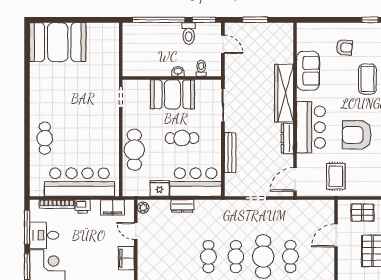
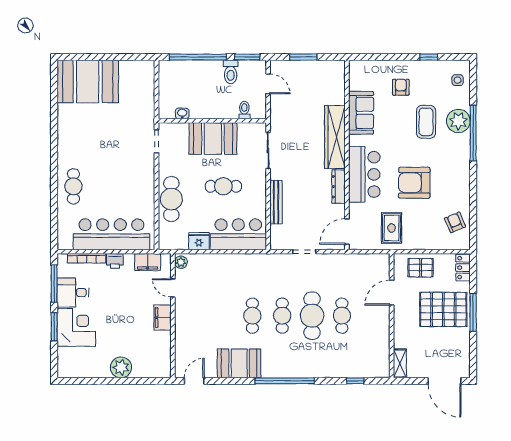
armchair: (344, 47) -> (401, 87), turned -94
washbasin: (178, 71) -> (182, 113), moved
dresser: (182, 206) -> (224, 260), removed

